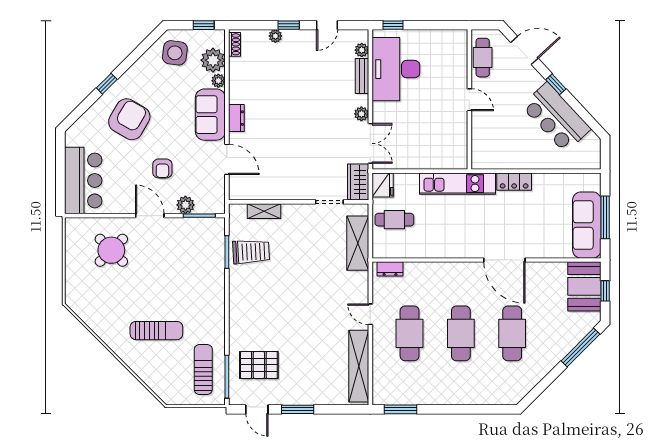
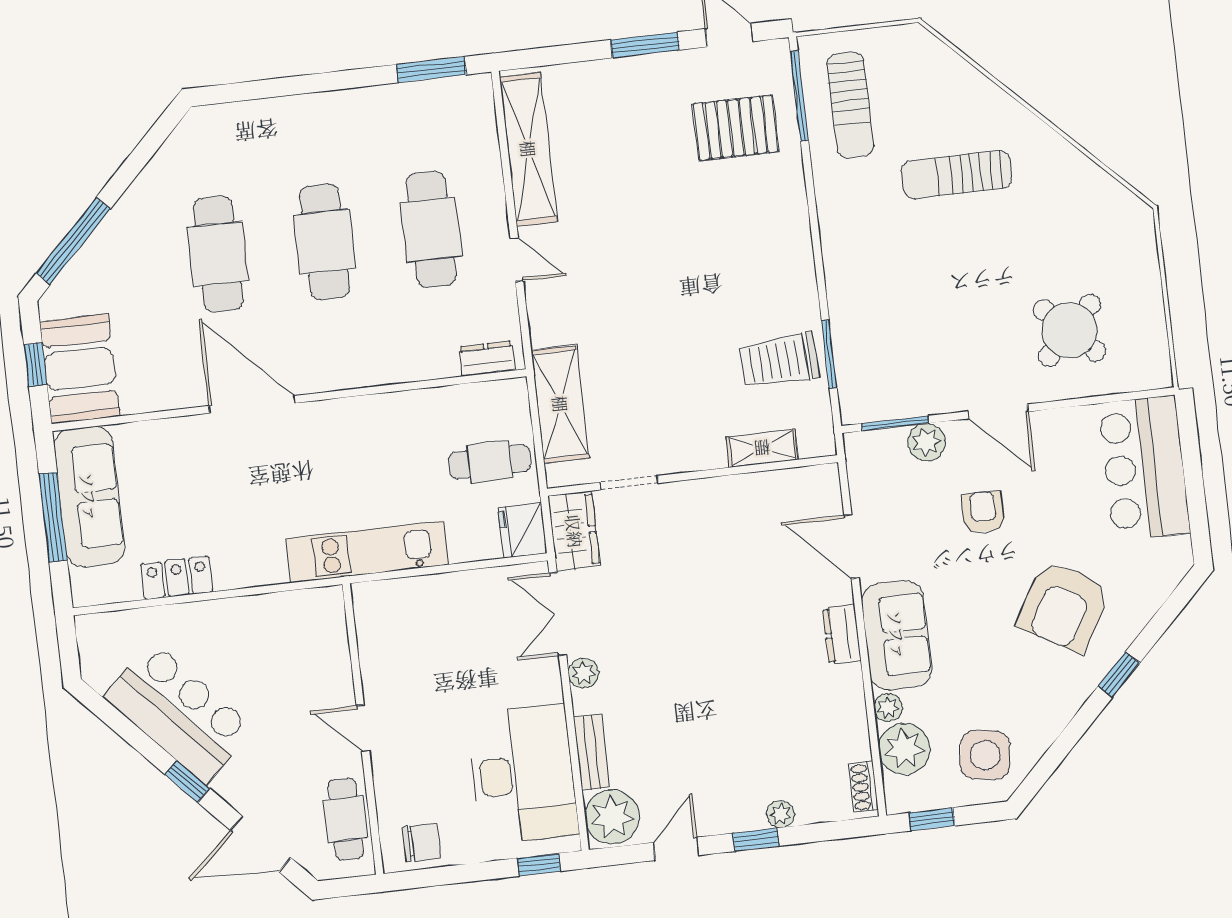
chair: (448, 42) -> (421, 843), added
plant: (362, 50) -> (612, 817), width x1.87, depth x1.87
locker: (514, 182) -> (177, 578), moved

